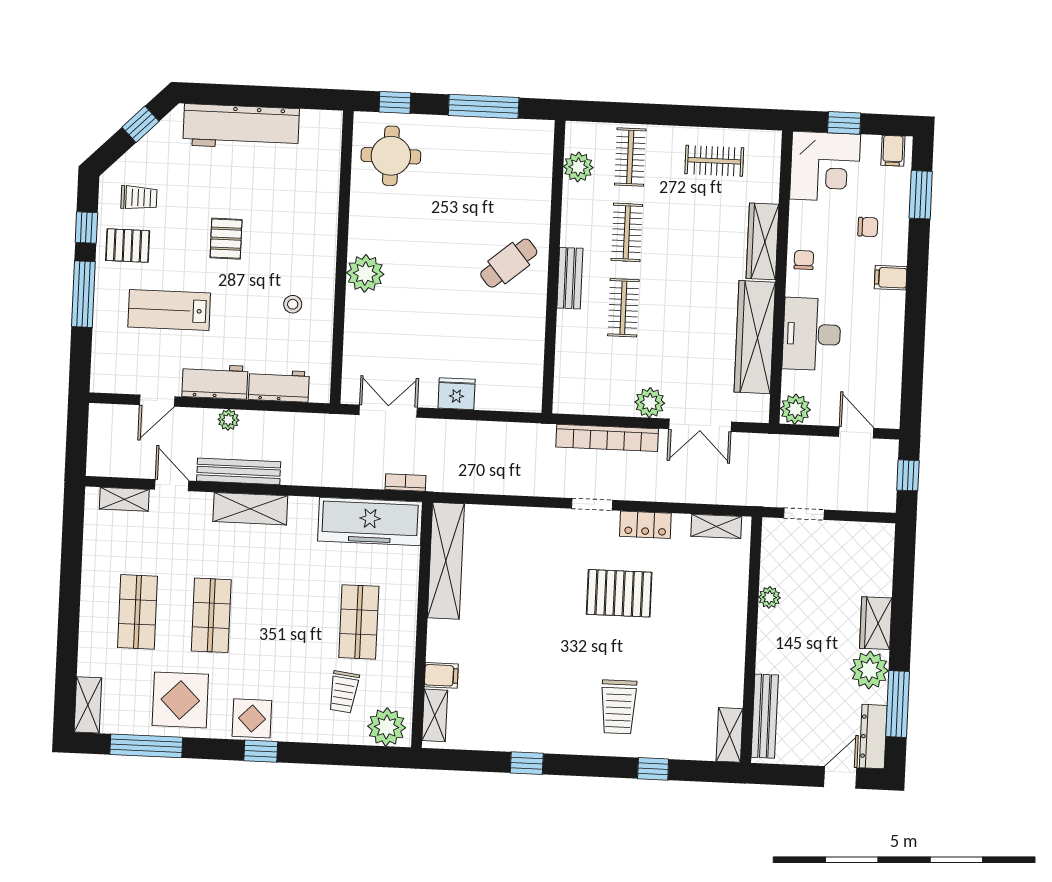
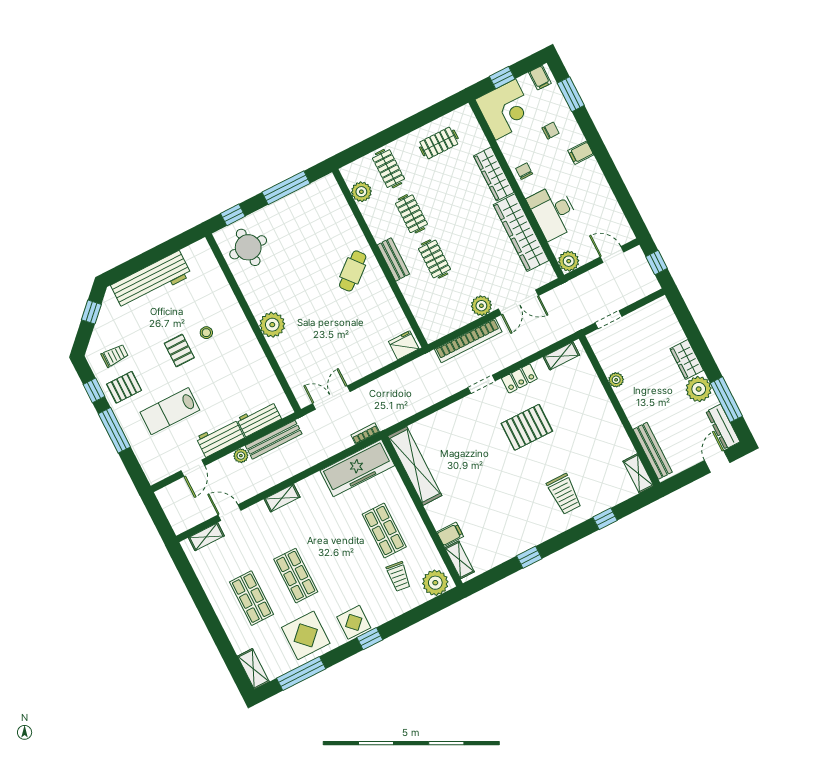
stool: (293, 304) -> (206, 333), moved
fridge: (457, 394) -> (404, 345), moved
bench: (239, 471) -> (274, 440), moved
shelving: (250, 509) -> (282, 498), width x0.67, depth x0.75

